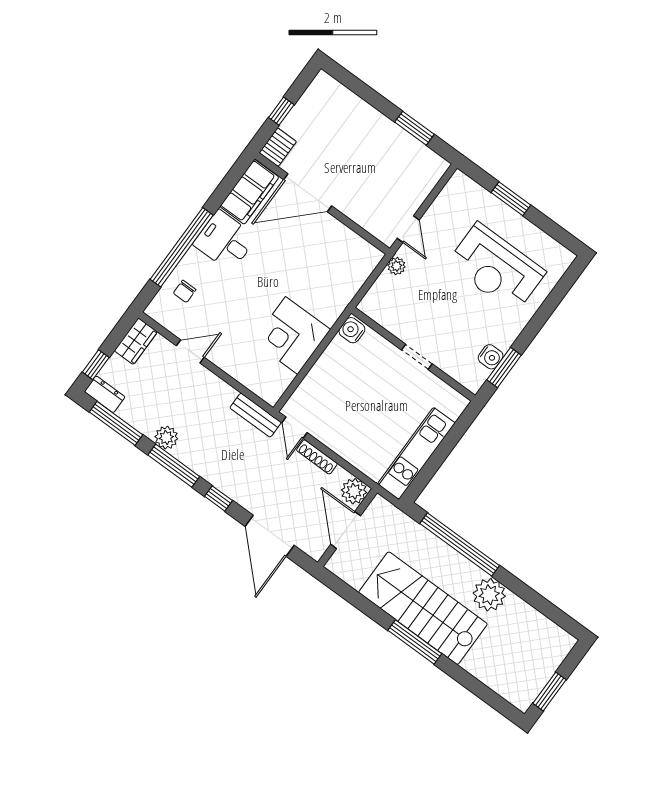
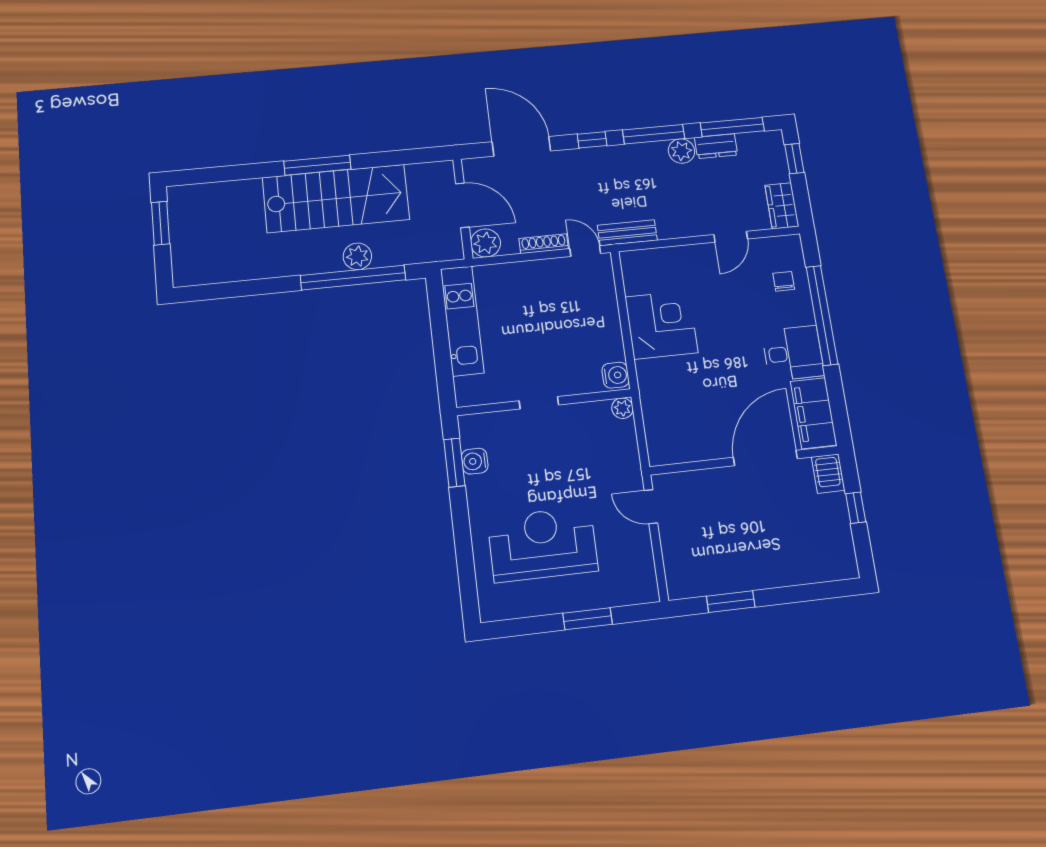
plant: (396, 266) -> (622, 408), moved
dresser: (105, 394) -> (716, 146), moved
plant: (489, 595) -> (357, 256), moved, width x0.73, depth x0.73

